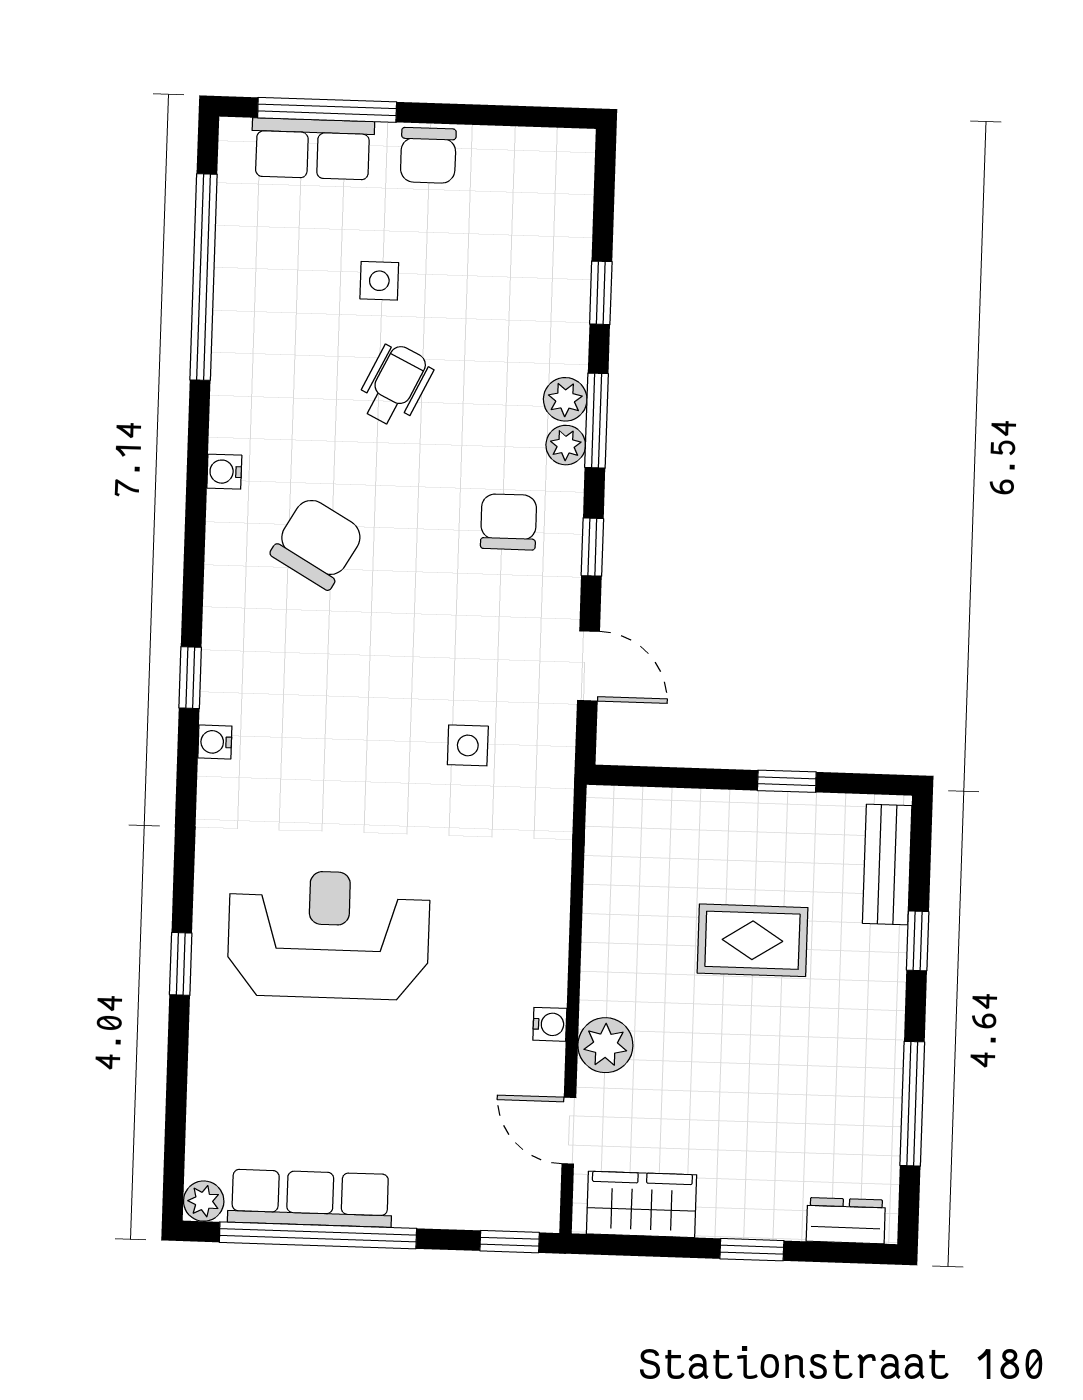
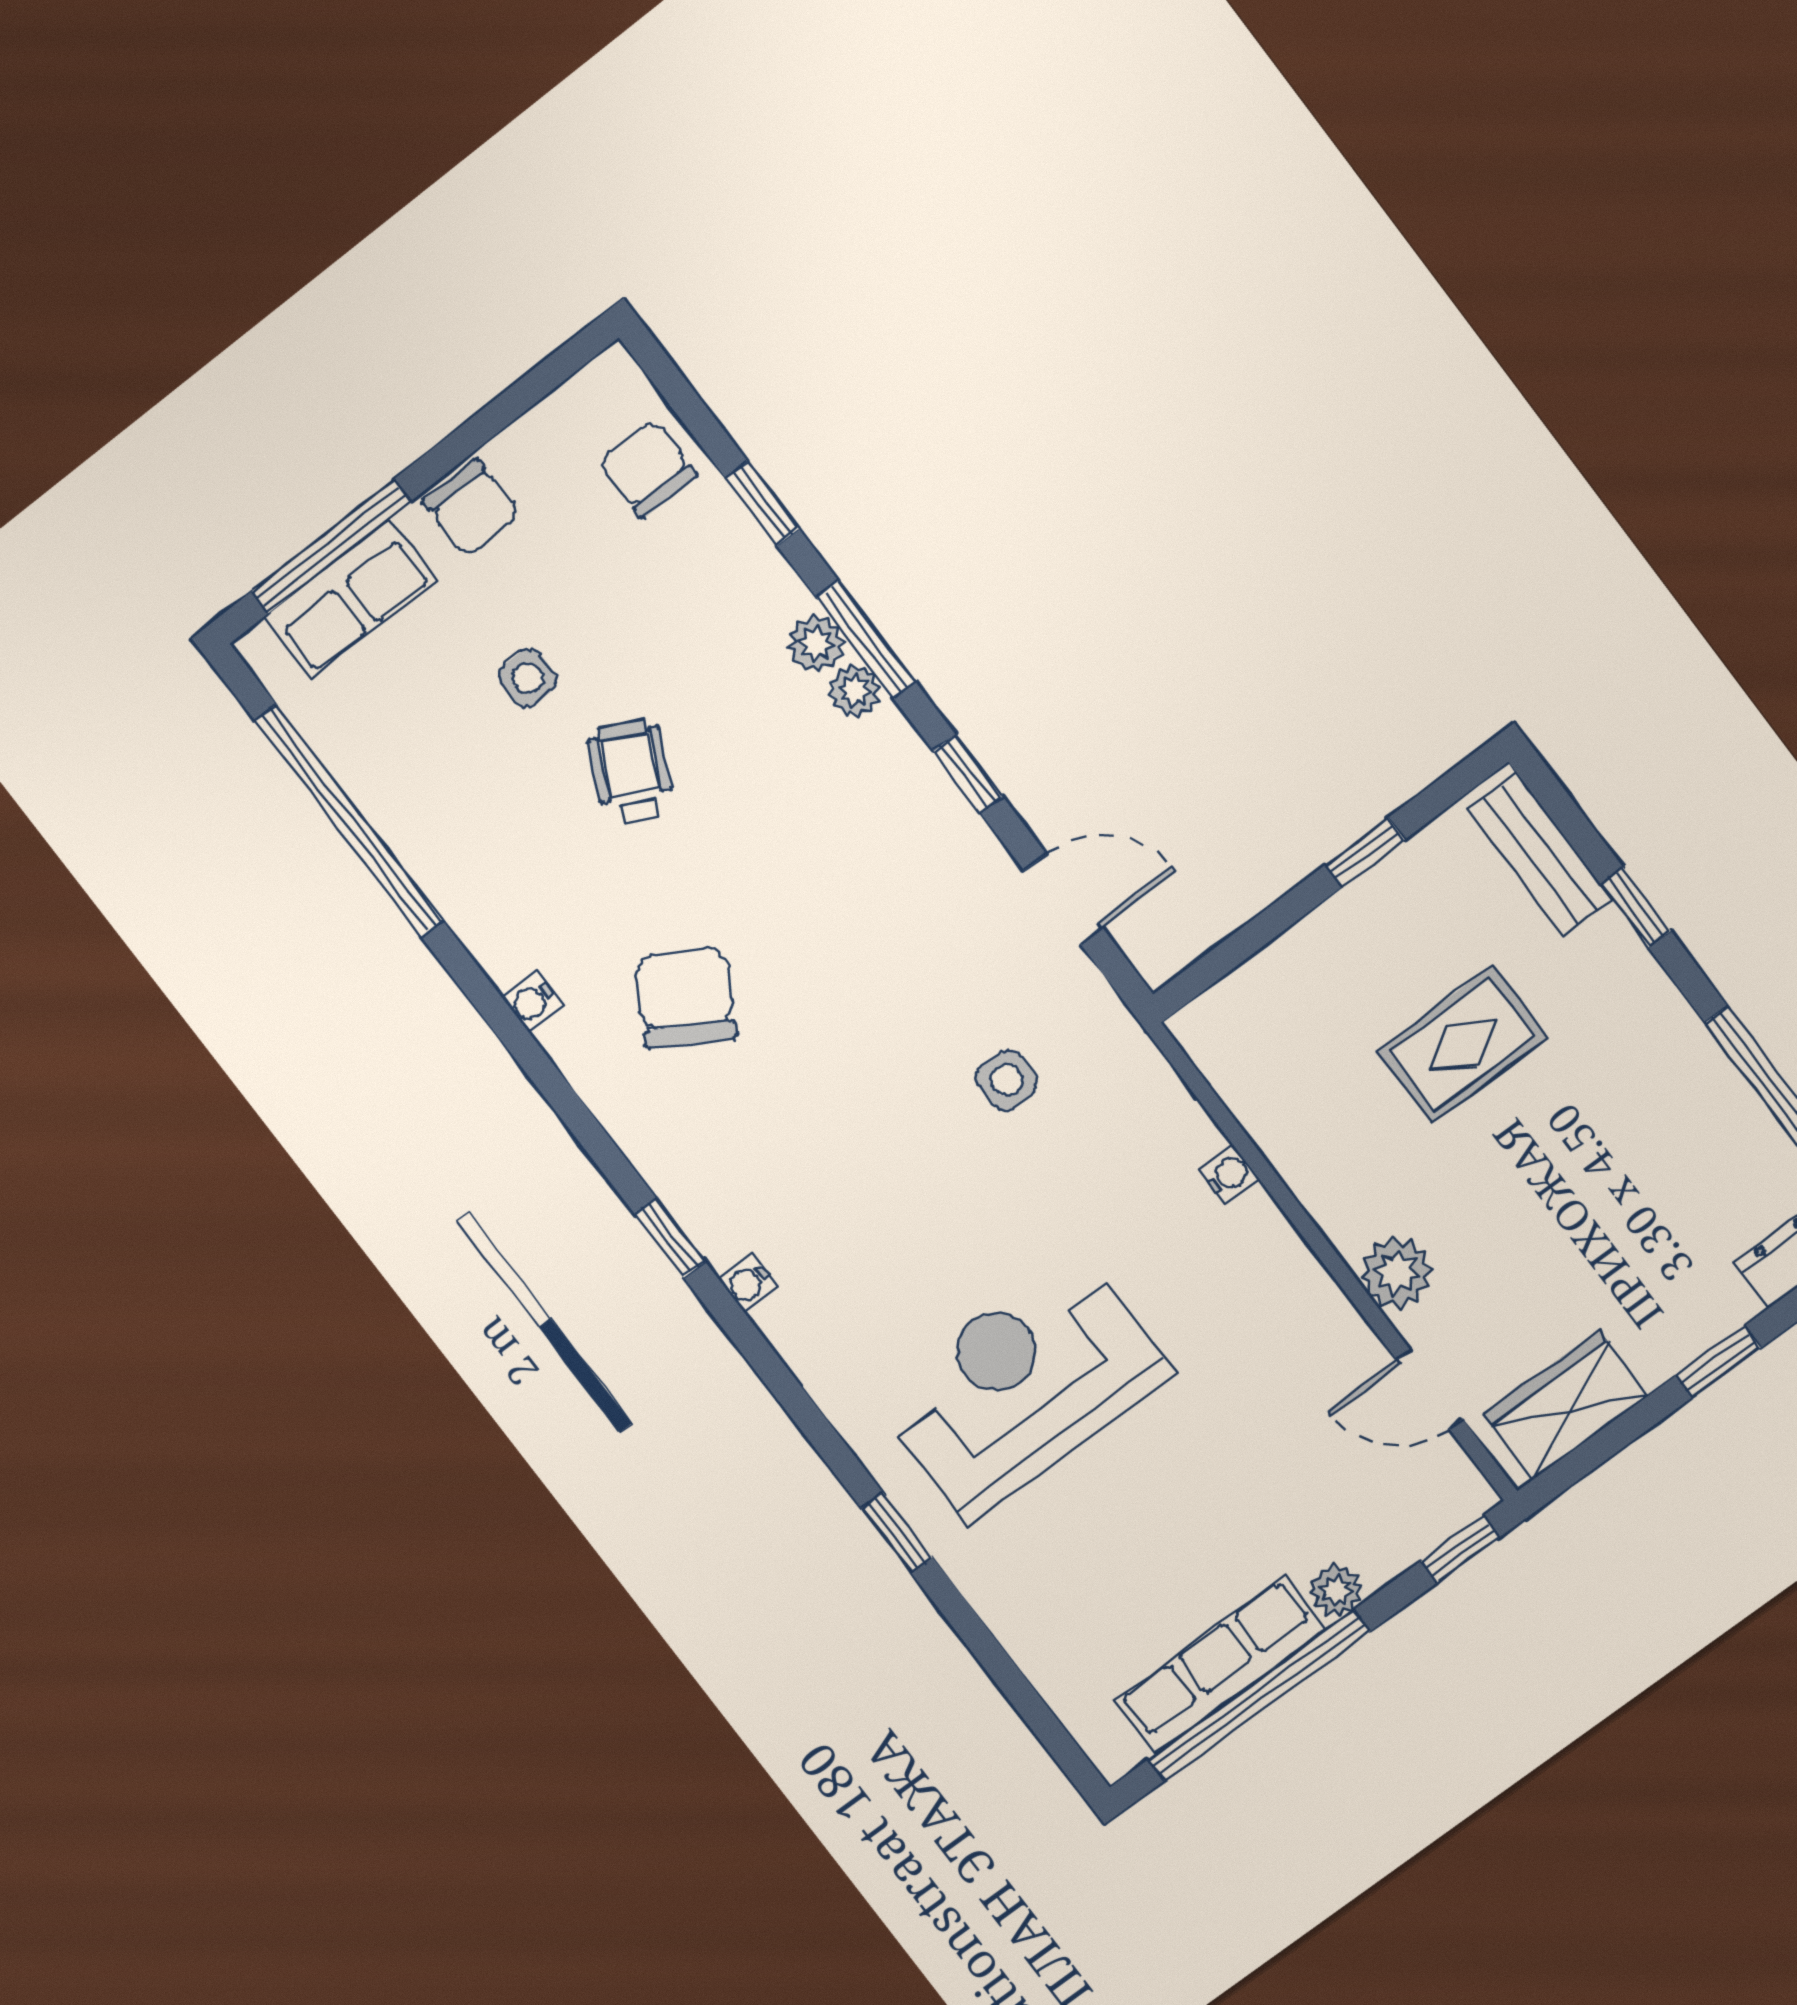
chair: (509, 522) -> (648, 469), moved
water cooler: (550, 1024) -> (1229, 1175), moved
plant: (204, 1201) -> (1336, 1590), moved

